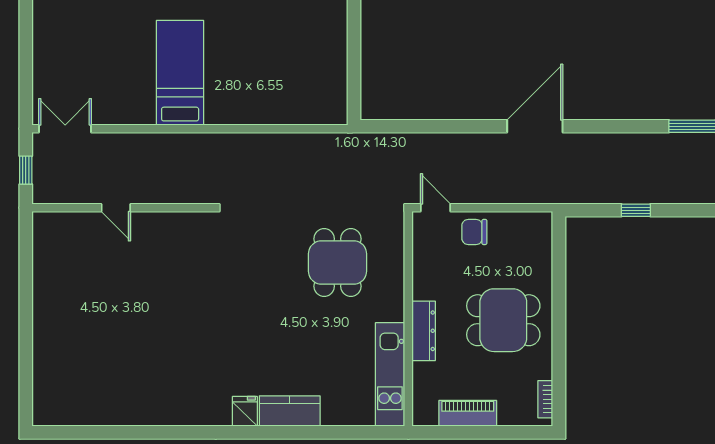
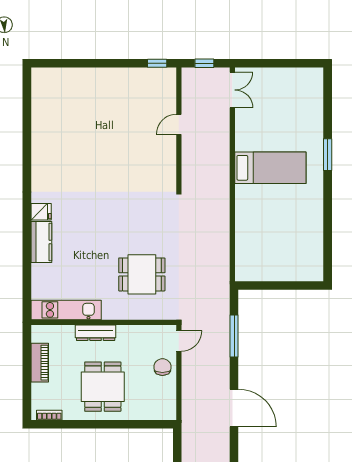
window: (428, 126) -> (234, 336), added
window: (26, 240) -> (157, 63), added

